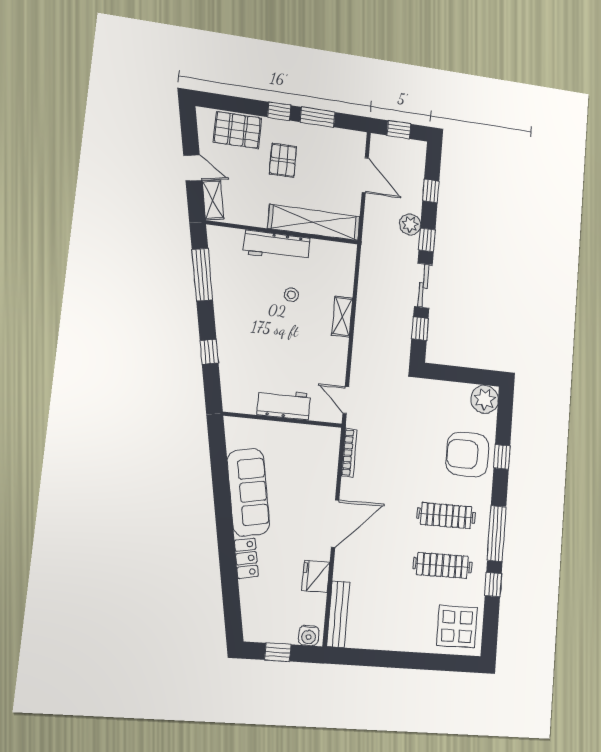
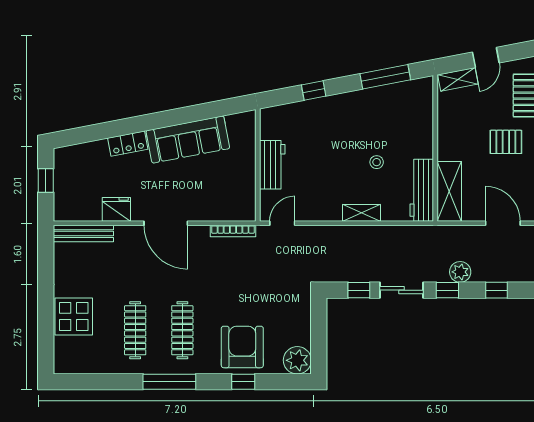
door: (365, 175) -> (503, 223), swing flipped
shelving: (314, 222) -> (449, 191), width x0.68
workbench: (277, 246) -> (422, 190), moved
window: (493, 585) -> (121, 382), removed
display table: (457, 627) -> (74, 316), moved
water cooler: (309, 635) -> (62, 208), removed

